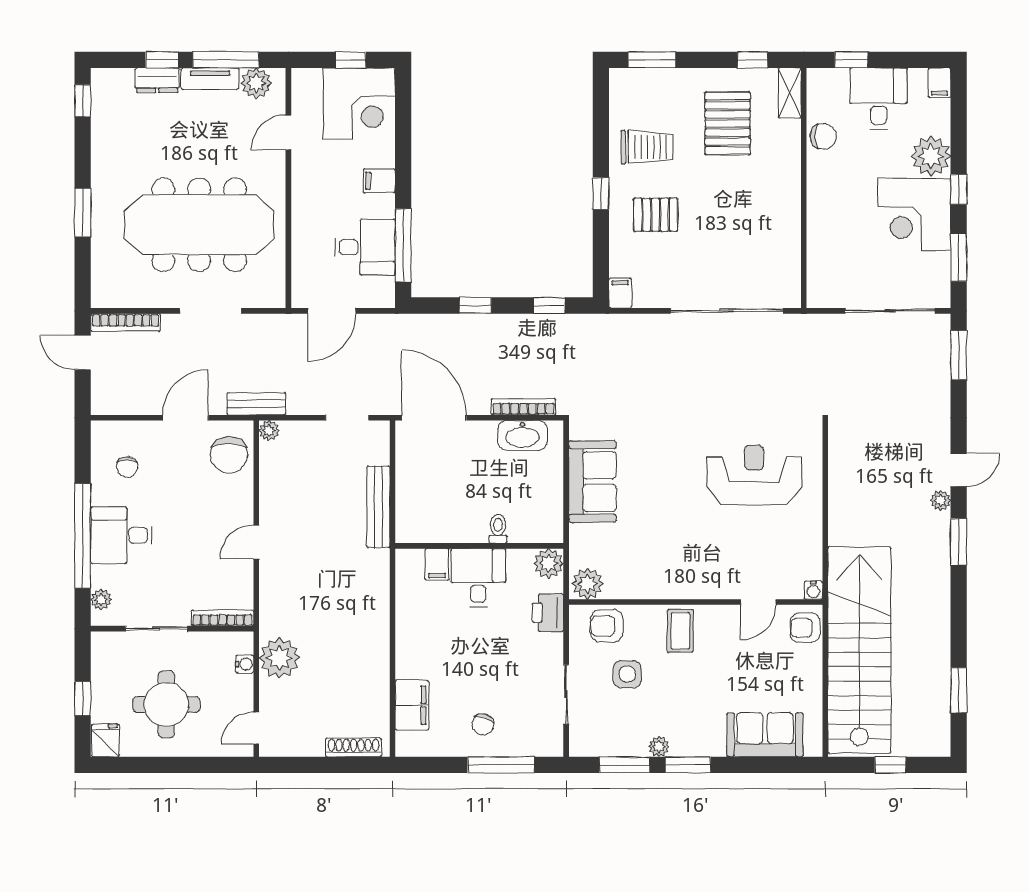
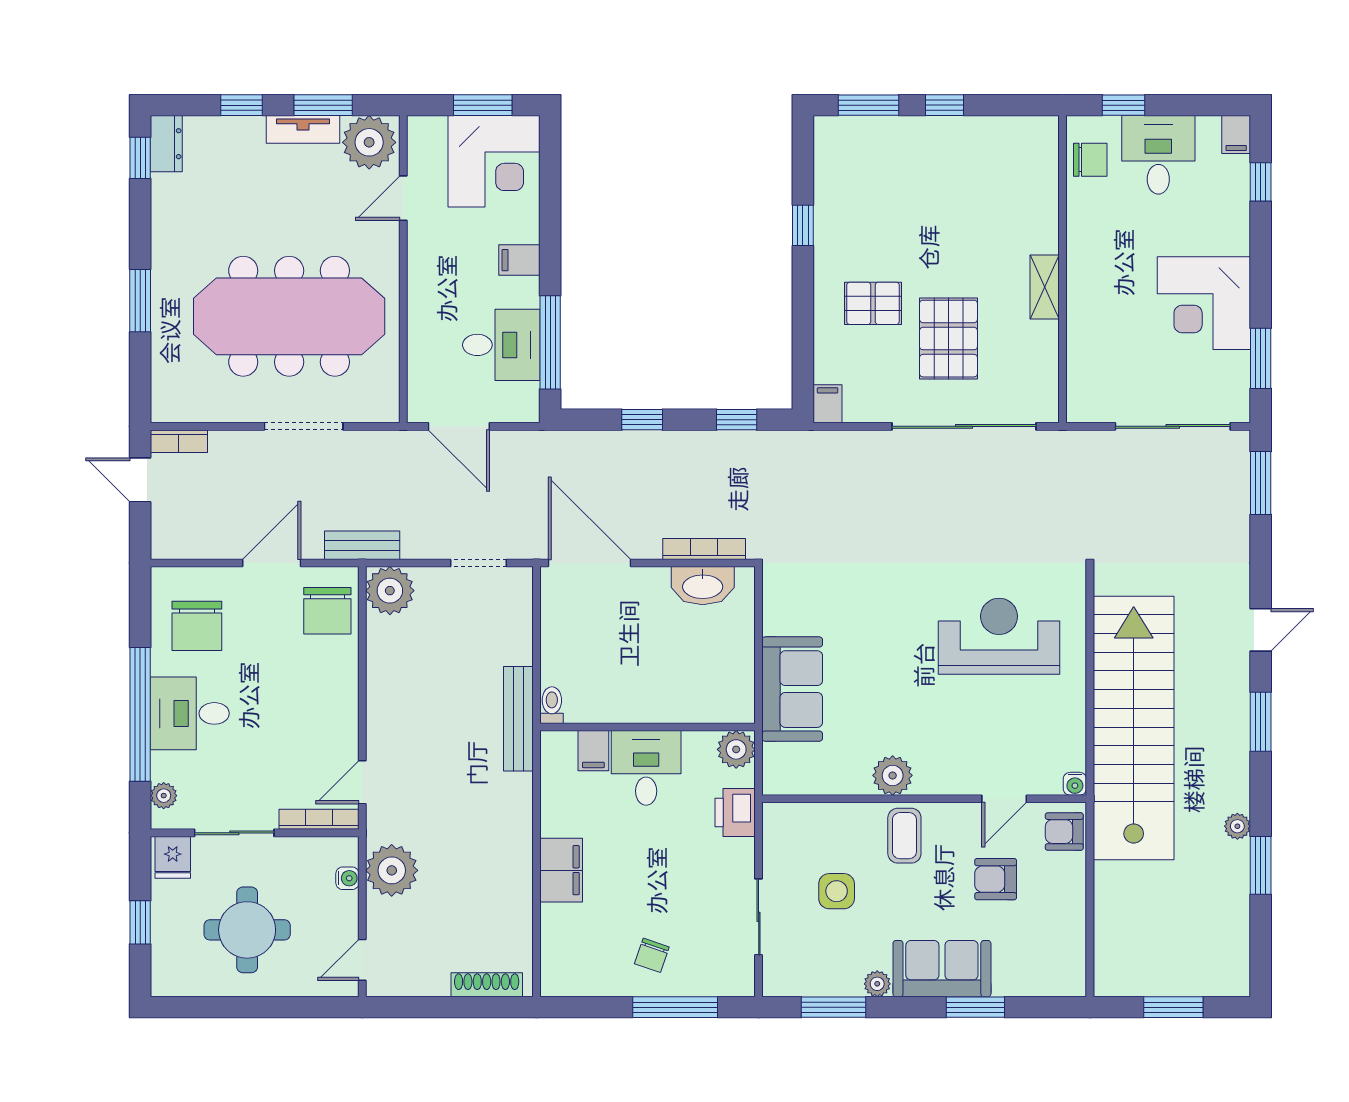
window: (226, 60) -> (323, 105), width x0.69
window: (351, 60) -> (483, 105), width x1.50
window: (753, 60) -> (944, 105), moved
dresser: (157, 80) -> (166, 144), moved, turned -90
plant: (256, 83) -> (369, 142), width x1.36, depth x1.36
shelving: (790, 93) -> (1045, 287), moved
pallet: (728, 123) -> (948, 339), moved
chair: (823, 136) -> (1090, 160), moved
trolley: (647, 147) -> (862, 217), removed
plant: (931, 156) -> (1225, 229), removed
window: (959, 189) -> (1261, 182), moved
window: (601, 193) -> (803, 225), moved
door: (332, 311) -> (459, 426), hinge flipped
bookcase: (126, 322) -> (179, 441), width x0.64
plant: (269, 430) -> (390, 591), width x1.88, depth x1.88
chair: (127, 467) -> (197, 626), width x1.87, depth x1.87
sofa: (592, 482) -> (792, 689), moved
plant: (940, 500) -> (1237, 826), moved
bench: (378, 507) -> (518, 719), moved
toilet: (498, 529) -> (552, 705), moved
door: (256, 542) -> (362, 782), moved
plant: (588, 584) -> (893, 775), moved
armchair: (607, 626) -> (996, 879), moved
stairs: (859, 650) -> (1134, 728), moved
window: (959, 690) -> (1261, 865), moved
filing cabinet: (412, 705) -> (561, 870), moved
sofa: (765, 735) -> (942, 969), moved
fridge: (106, 740) -> (173, 857), moved, turned 180
window: (688, 765) -> (975, 1007), moved
window: (890, 765) -> (1173, 1007), width x1.50

